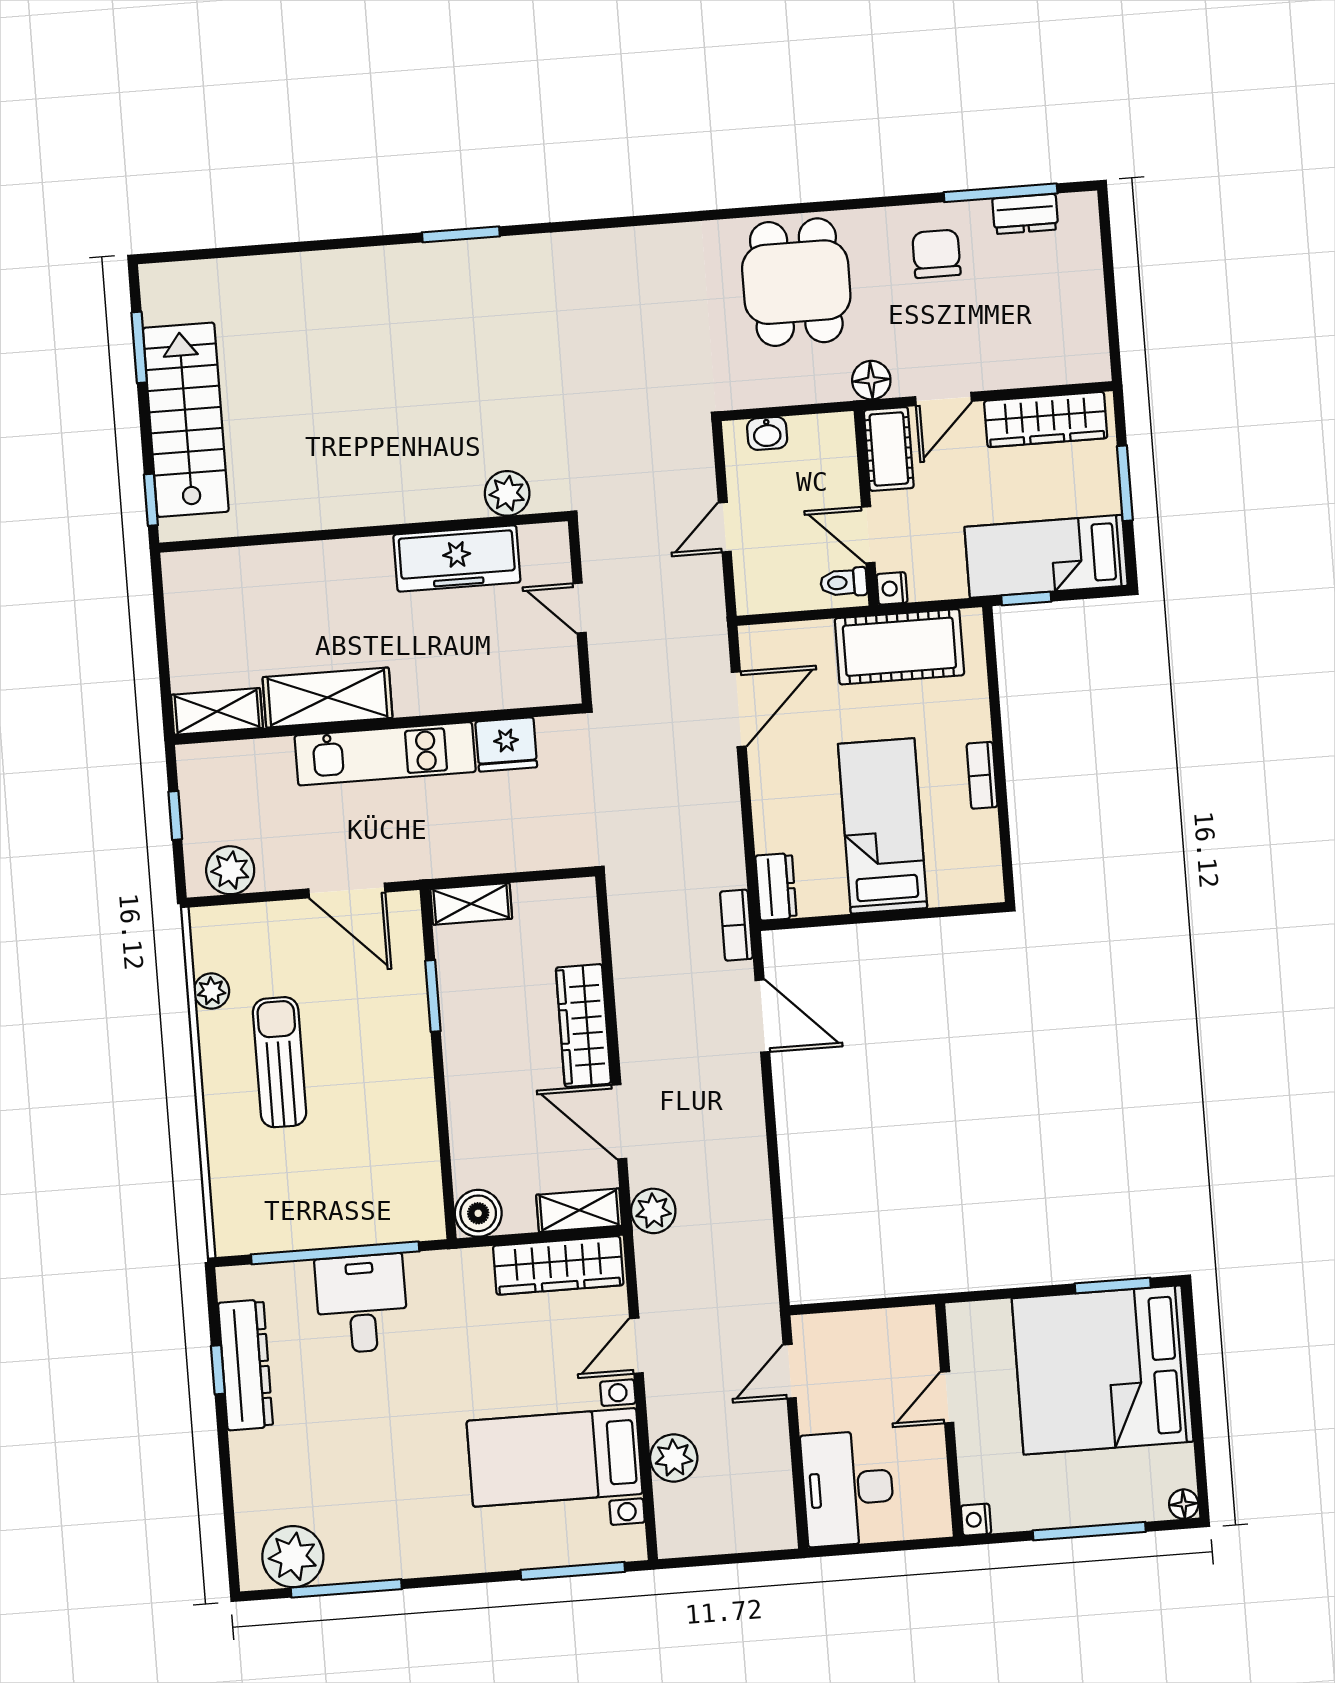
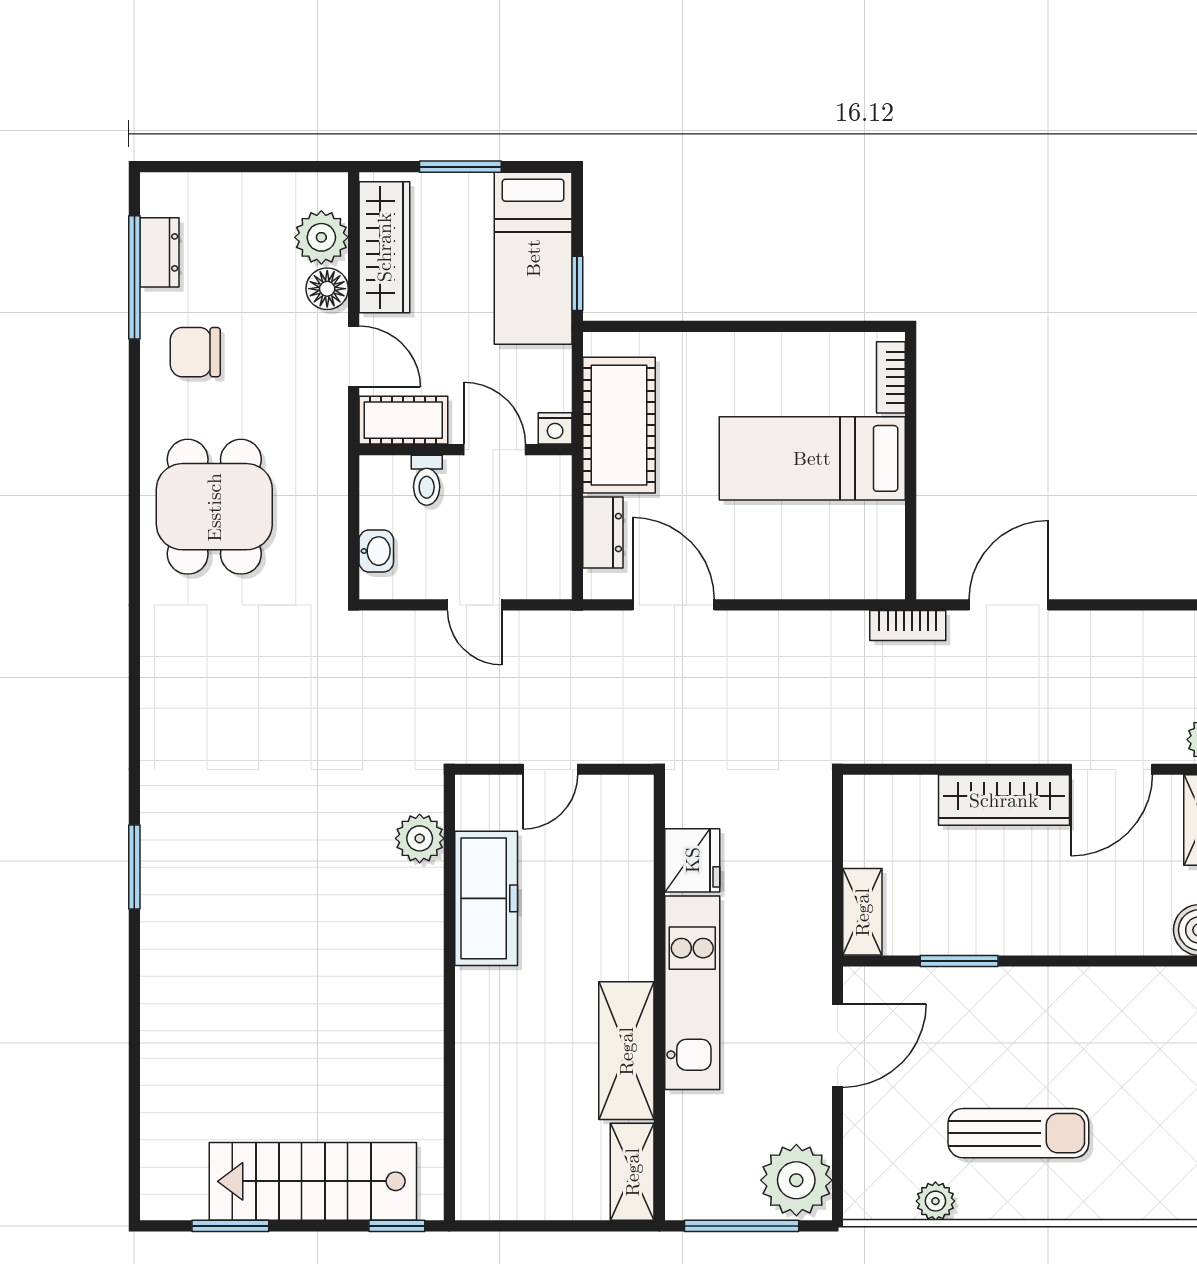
dining table: (796, 282) -> (214, 507), turned 90
plant: (1050, 361) -> (321, 237), added
floor lamp: (871, 380) -> (327, 289), moved
door: (868, 535) -> (495, 450), swing flipped
toilet: (844, 582) -> (427, 480), moved
bookcase: (982, 775) -> (891, 377), moved, turned 90
window: (175, 815) -> (742, 1226), width x2.17
plant: (230, 870) -> (796, 1180), width x1.36, depth x1.36
dresser: (776, 887) -> (603, 533), moved, turned 90
sun lounger: (280, 1062) -> (1018, 1133), turned 180

